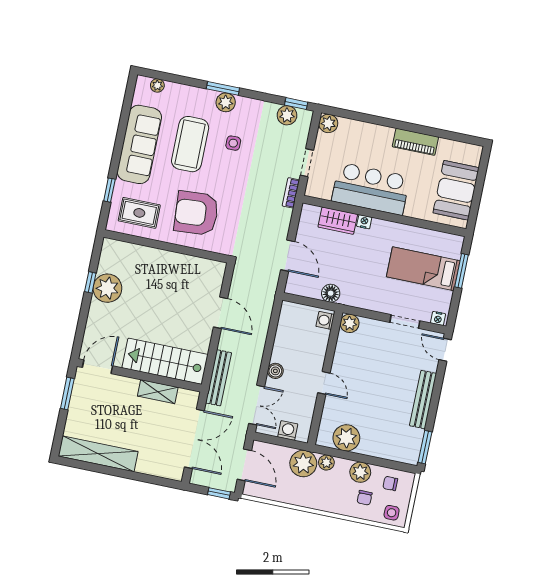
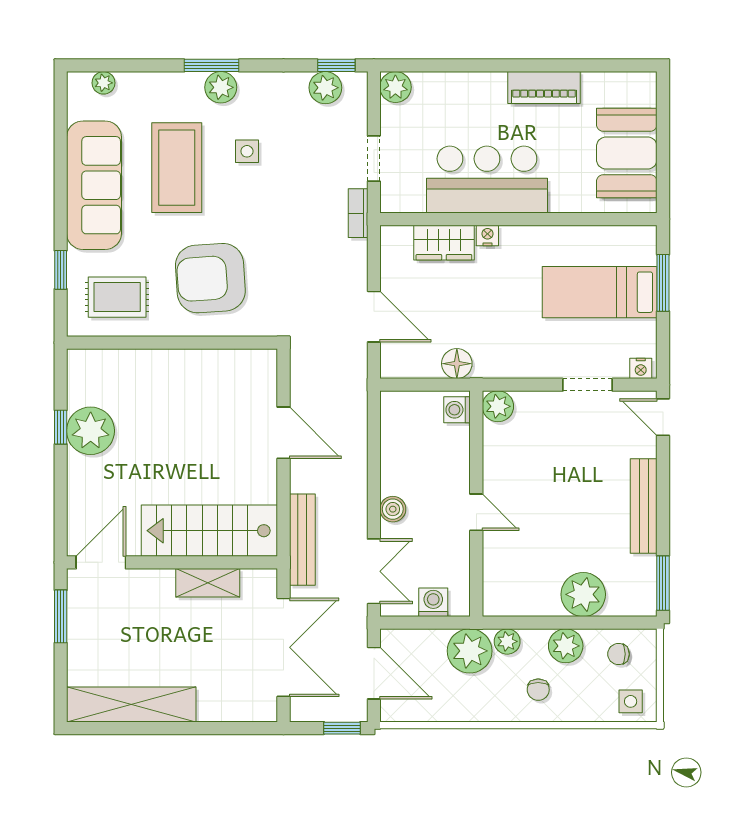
plant: (346, 438) -> (583, 594), moved
chair: (365, 498) -> (538, 690), moved

